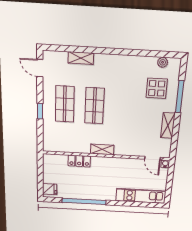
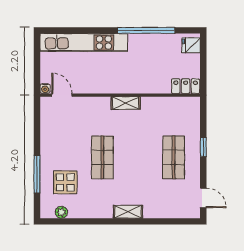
shelving: (81, 58) -> (128, 212), moved
shop shelf: (94, 106) -> (102, 157), moved
shelving: (168, 125) -> (47, 138), removed
locker: (79, 161) -> (186, 86), moved
kitchen unit: (141, 196) -> (84, 42), width x1.36

